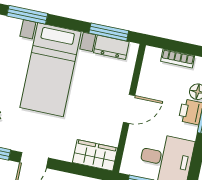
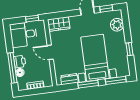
window: (109, 32) -> (88, 84), moved
door: (129, 109) -> (50, 52), hinge flipped

